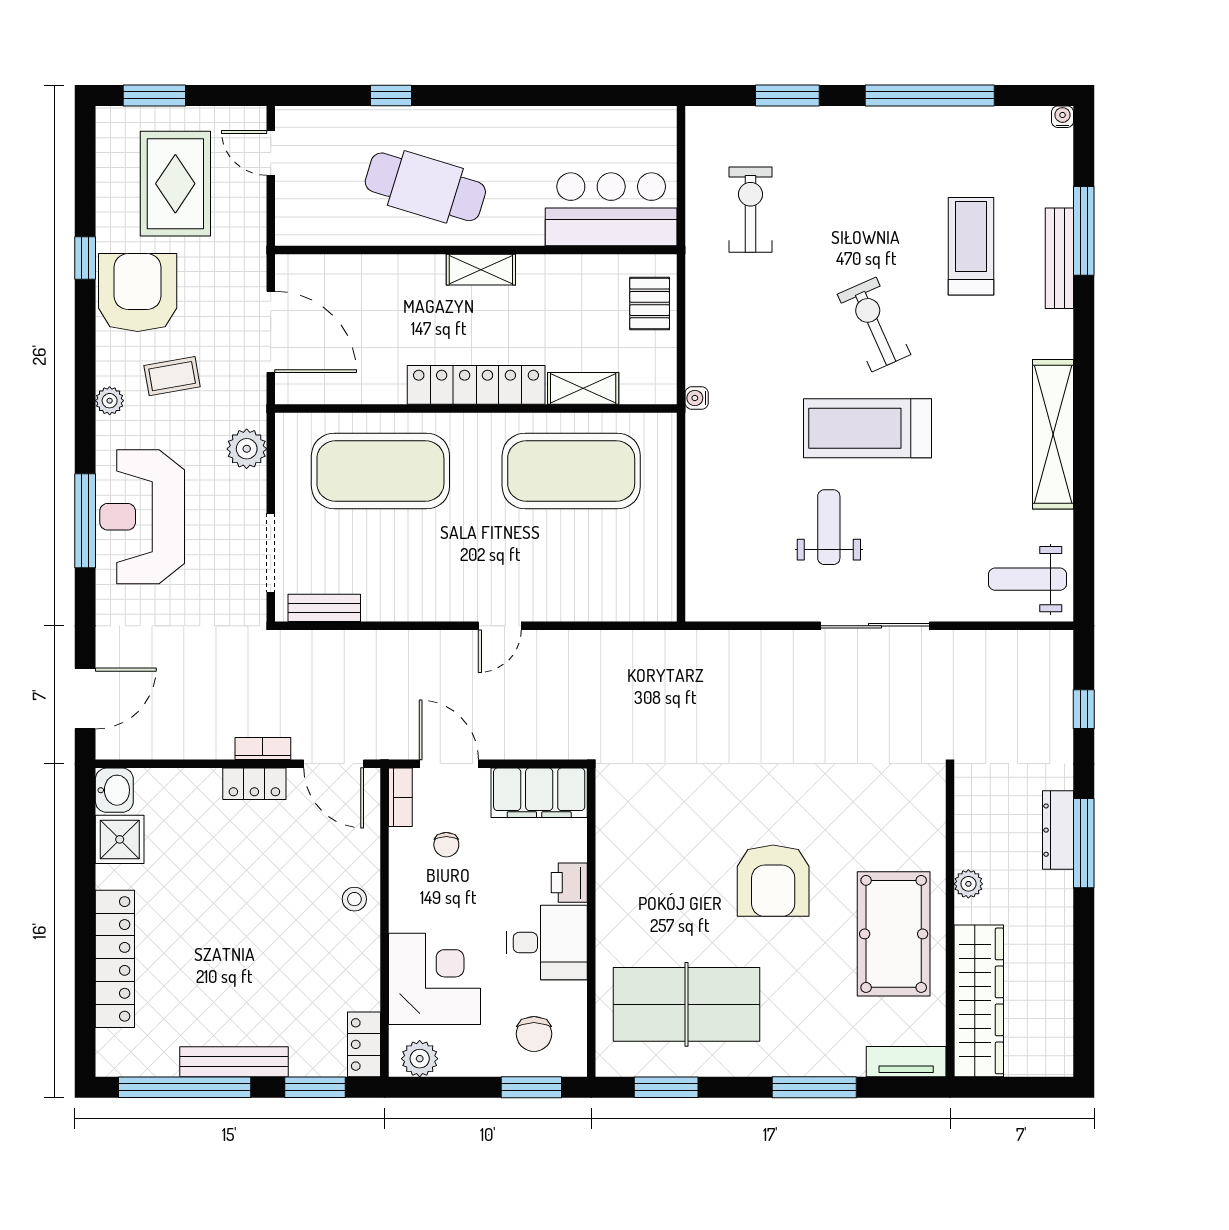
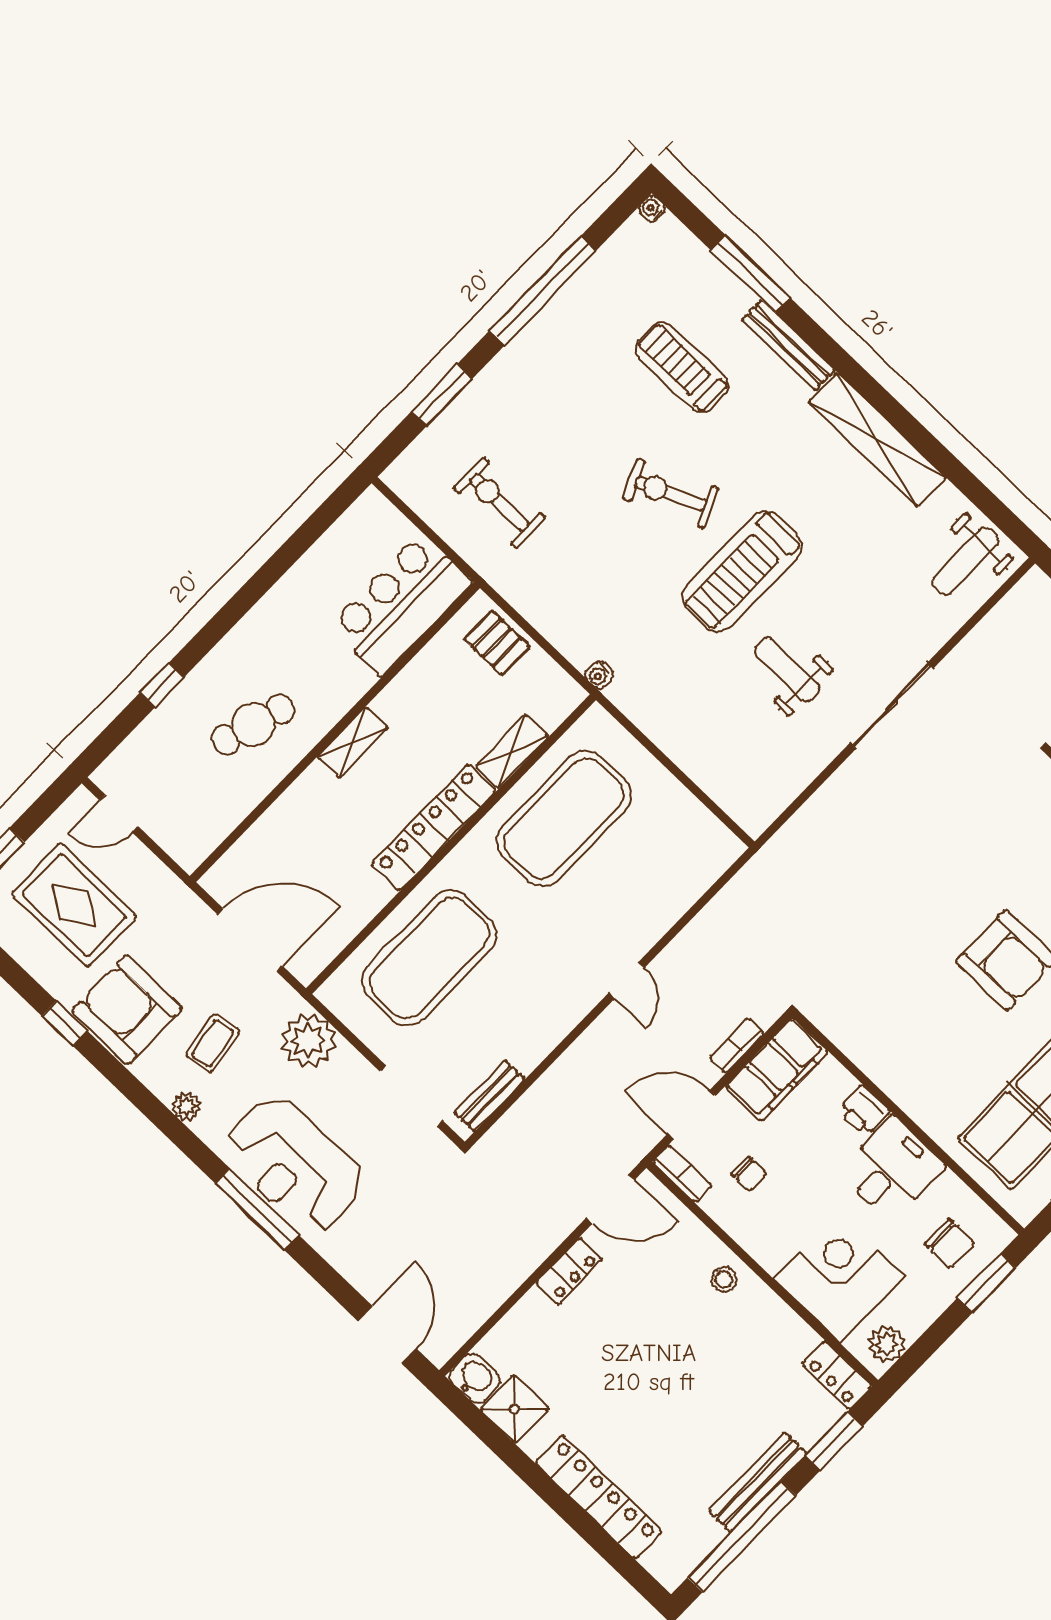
cafe table: (425, 187) -> (253, 724), width x0.73, depth x0.74
bench: (1059, 258) -> (788, 345), moved
plant: (247, 449) -> (308, 1040), width x1.36, depth x1.36
bookcase: (263, 749) -> (737, 1046), moved

